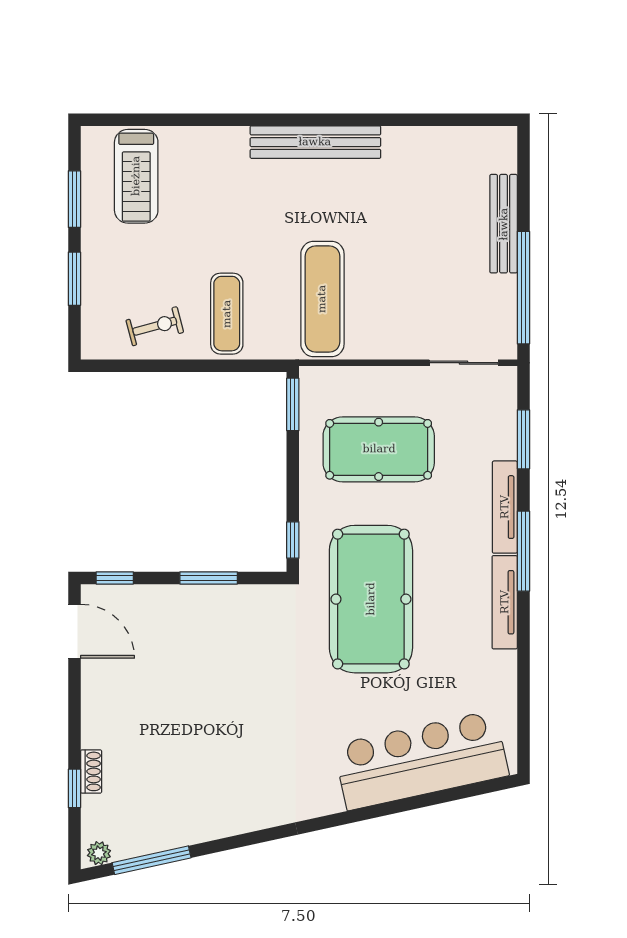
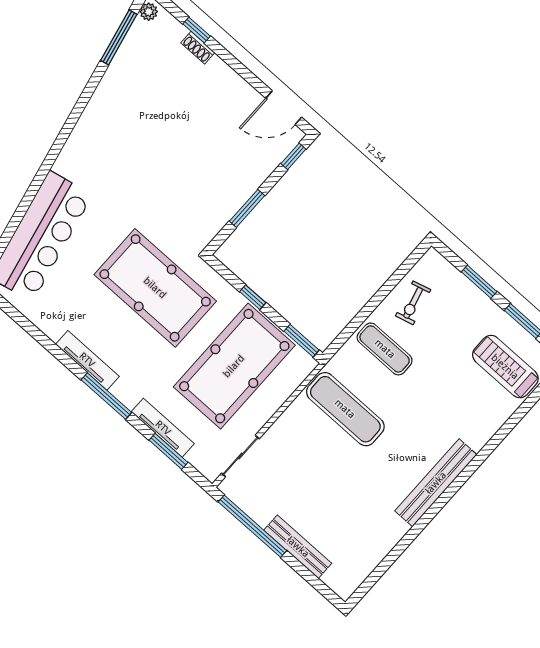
pool table: (379, 449) -> (234, 366), width x1.36, depth x1.32
tv unit: (505, 507) -> (163, 428), moved
window: (293, 540) -> (253, 297), moved

